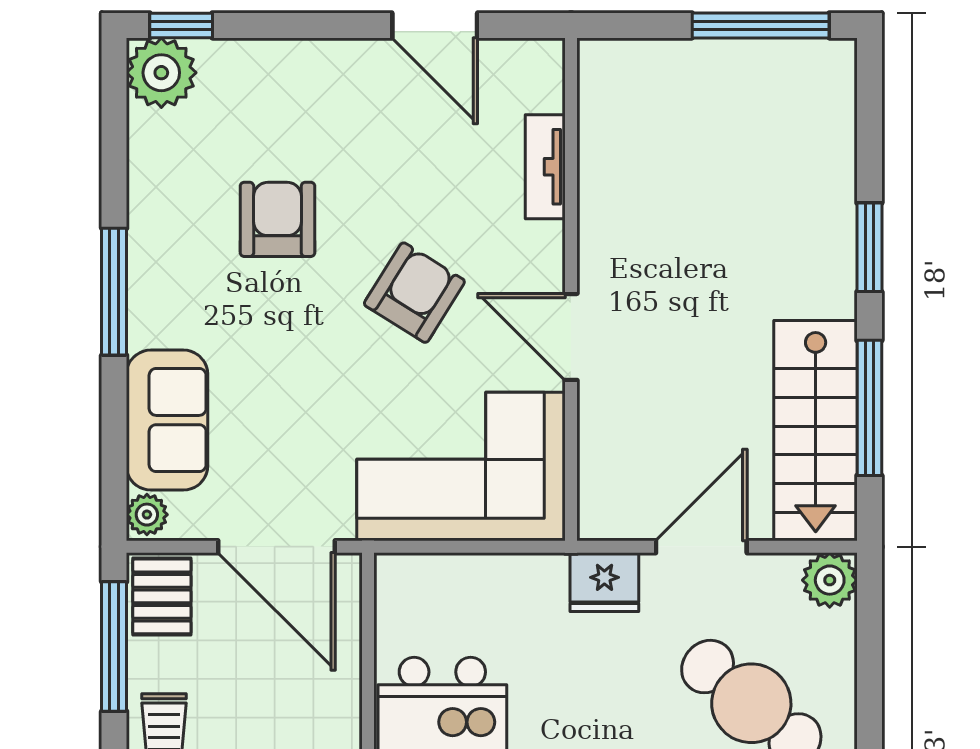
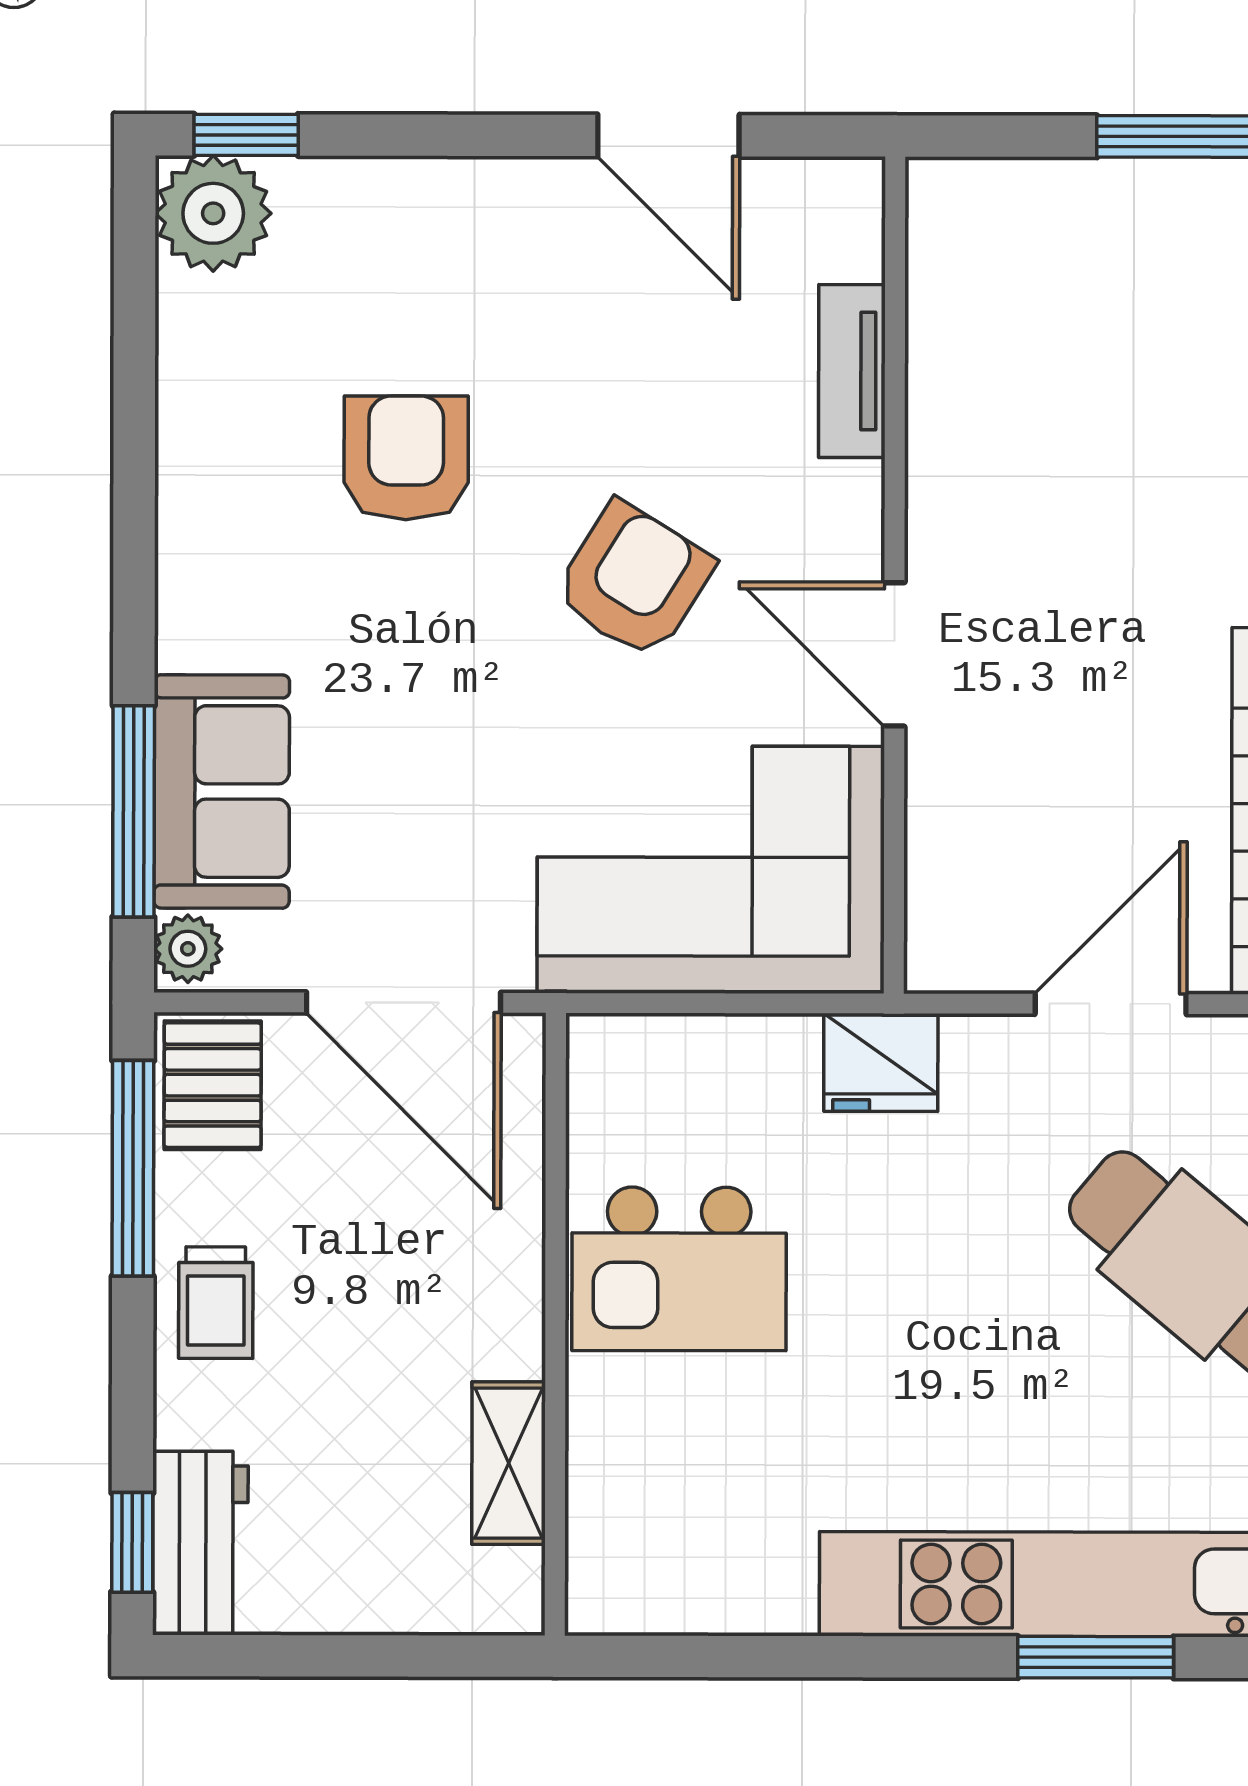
window: (114, 292) -> (134, 811), moved
fridge: (604, 582) -> (881, 1062), moved

